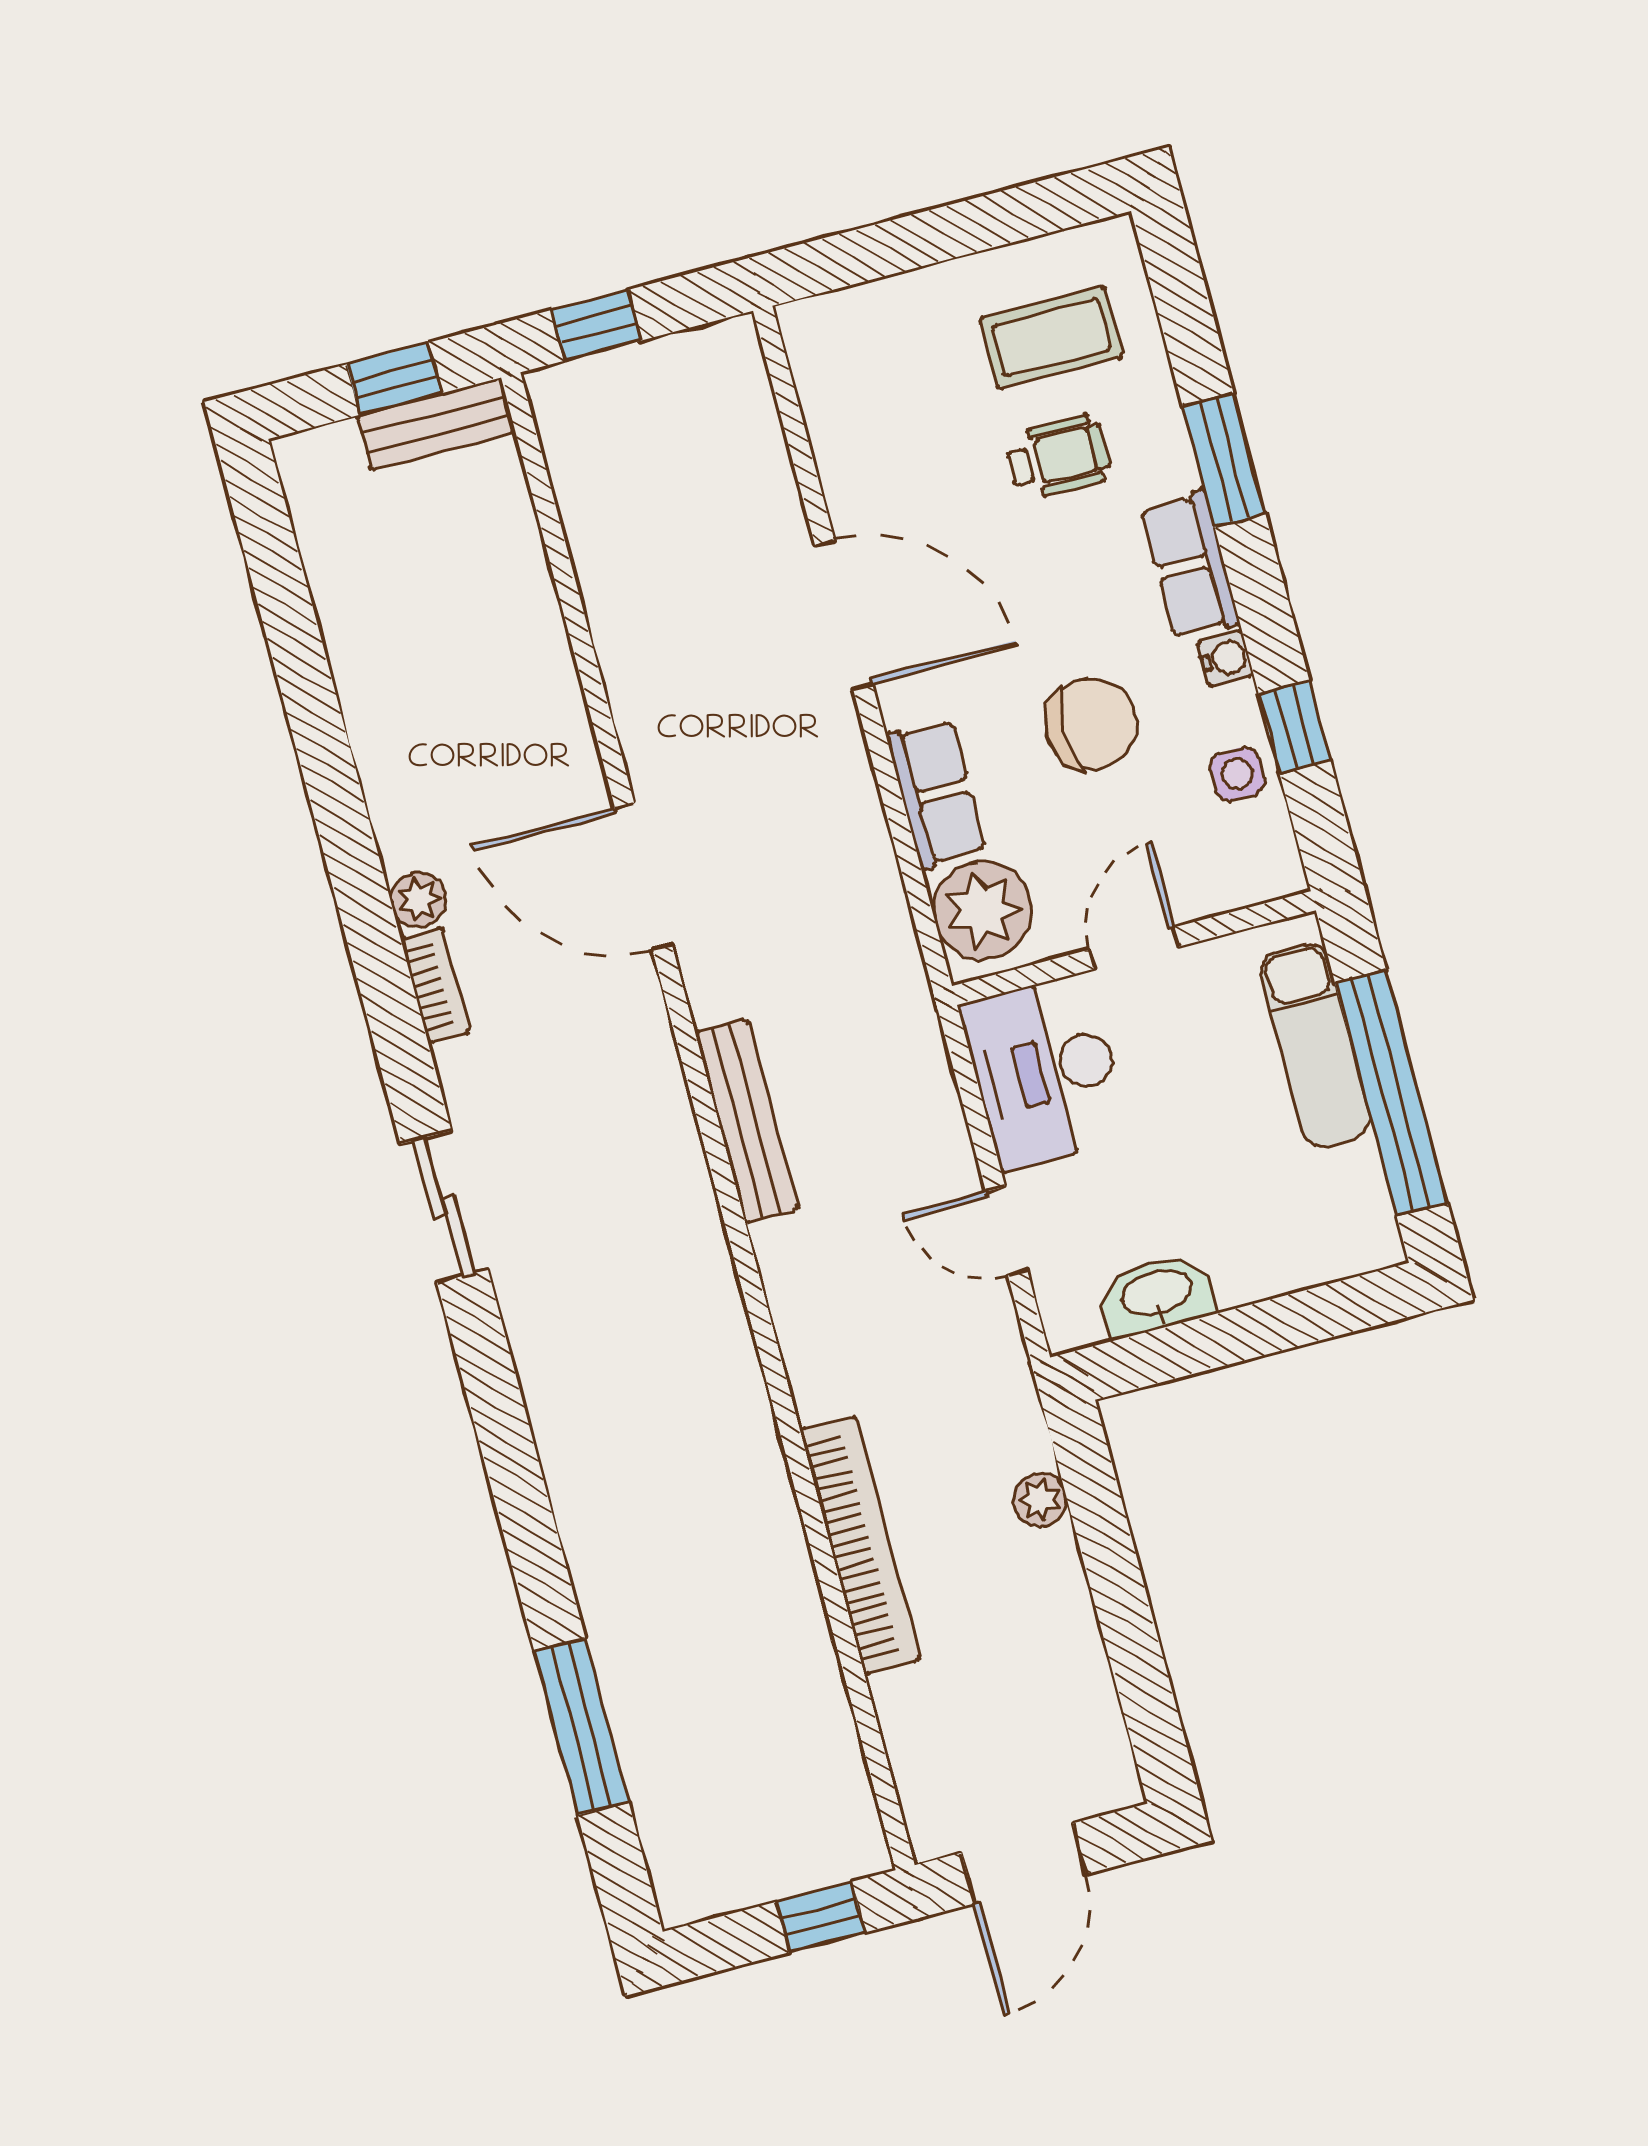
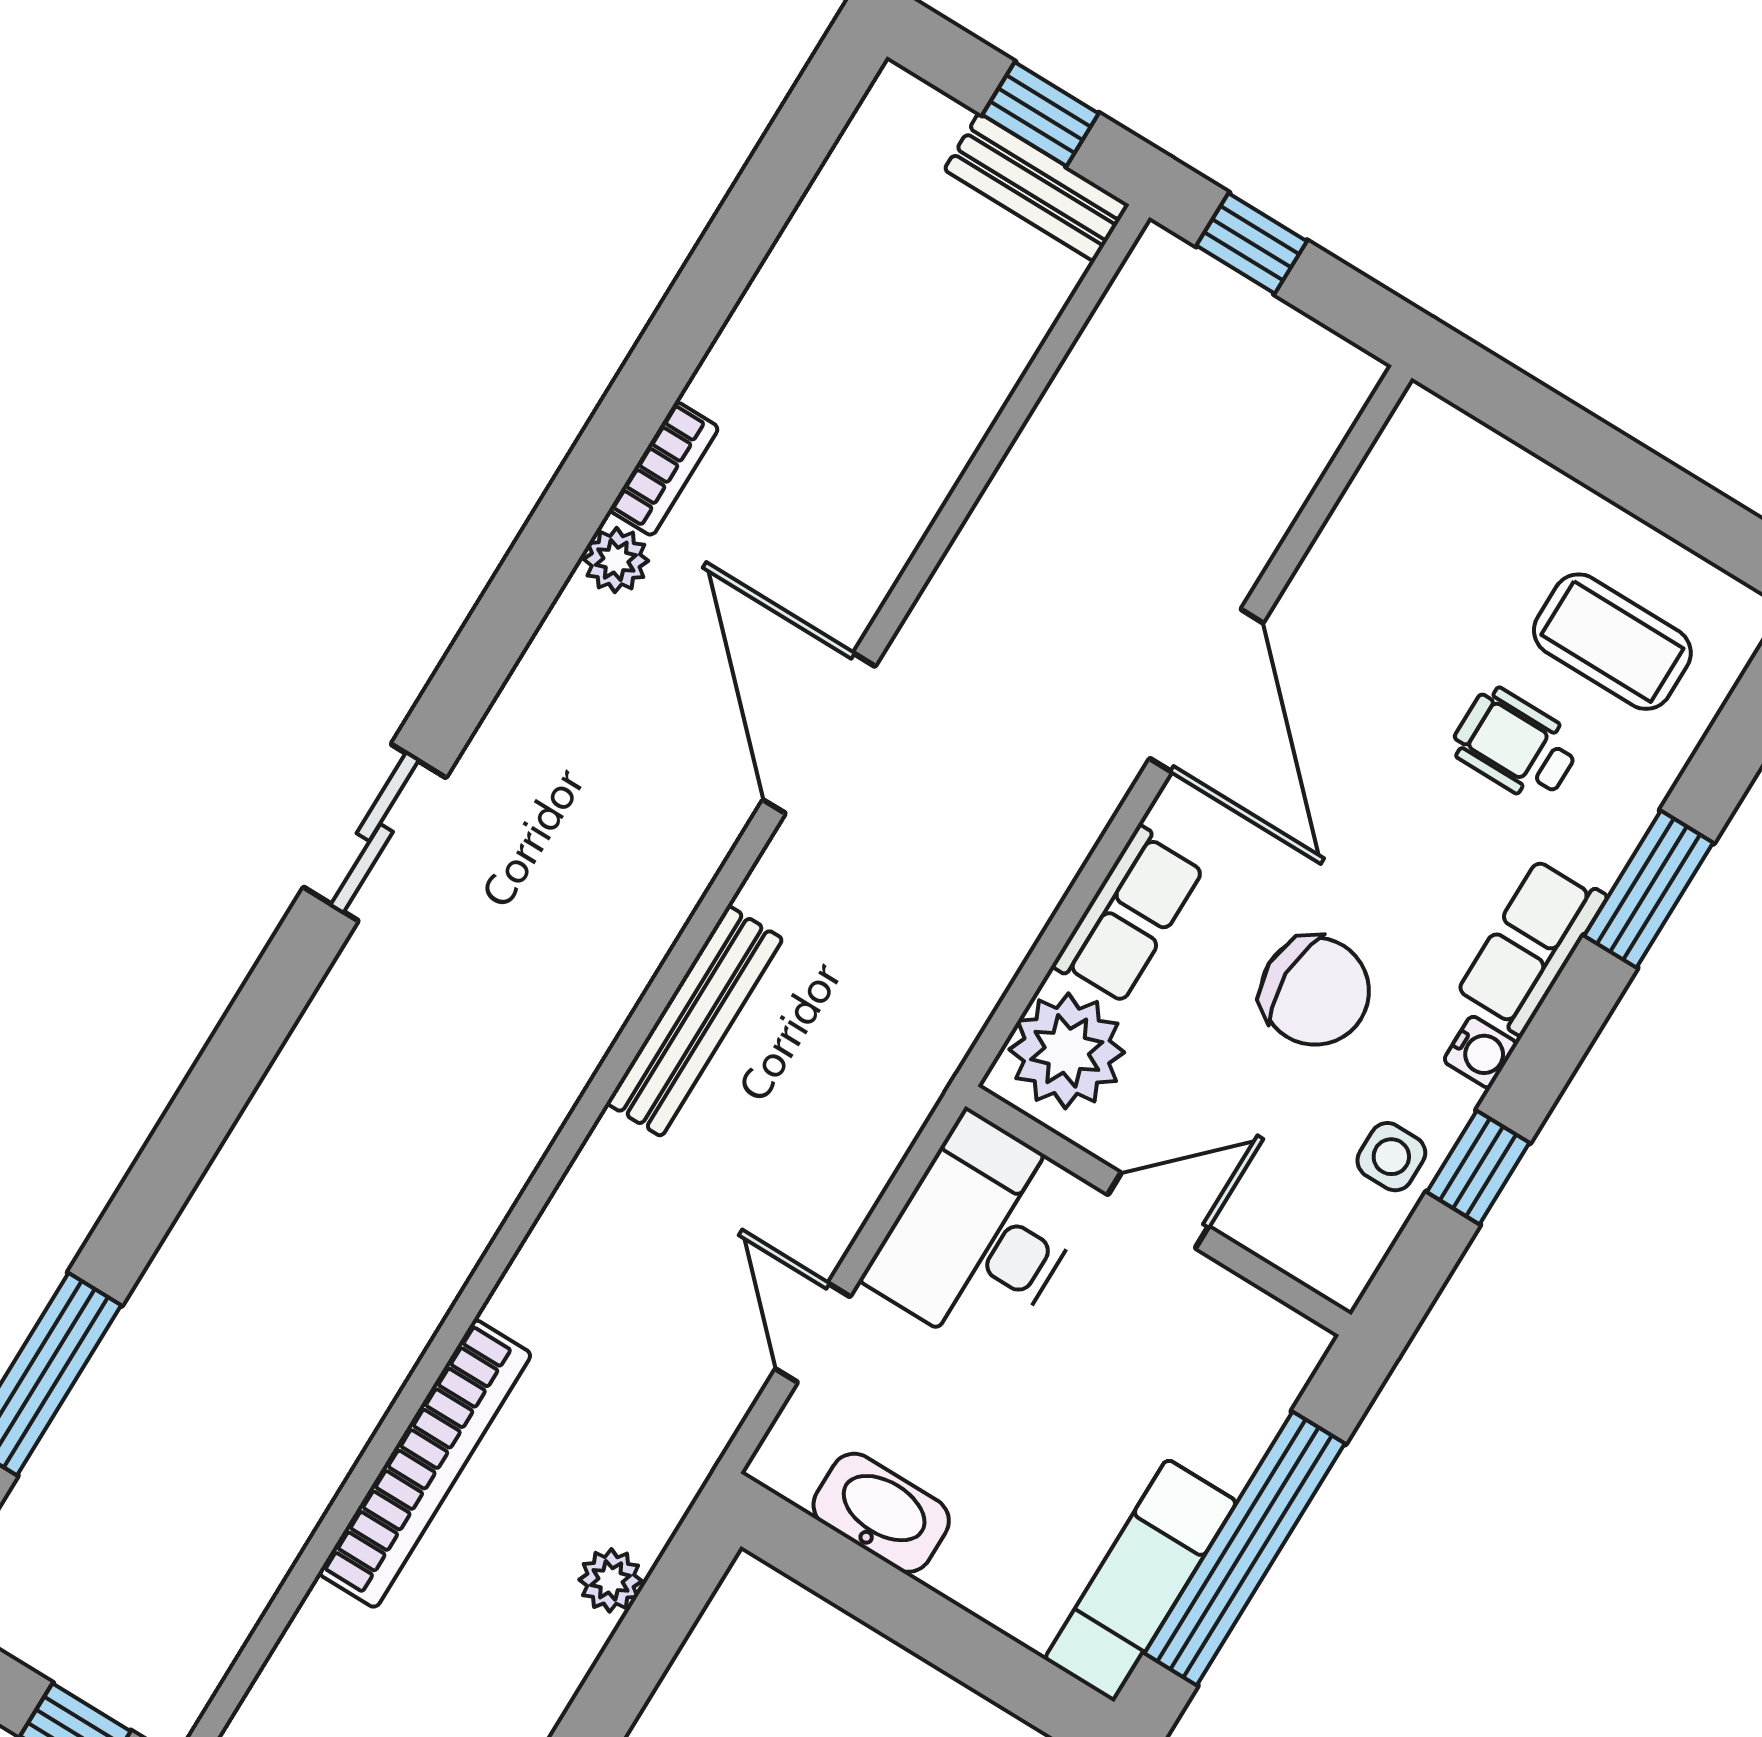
wheelchair: (1058, 457) -> (1516, 745), turned 180
bookcase: (435, 986) -> (664, 469), moved
exam couch: (1316, 1045) -> (1141, 1580), moved

